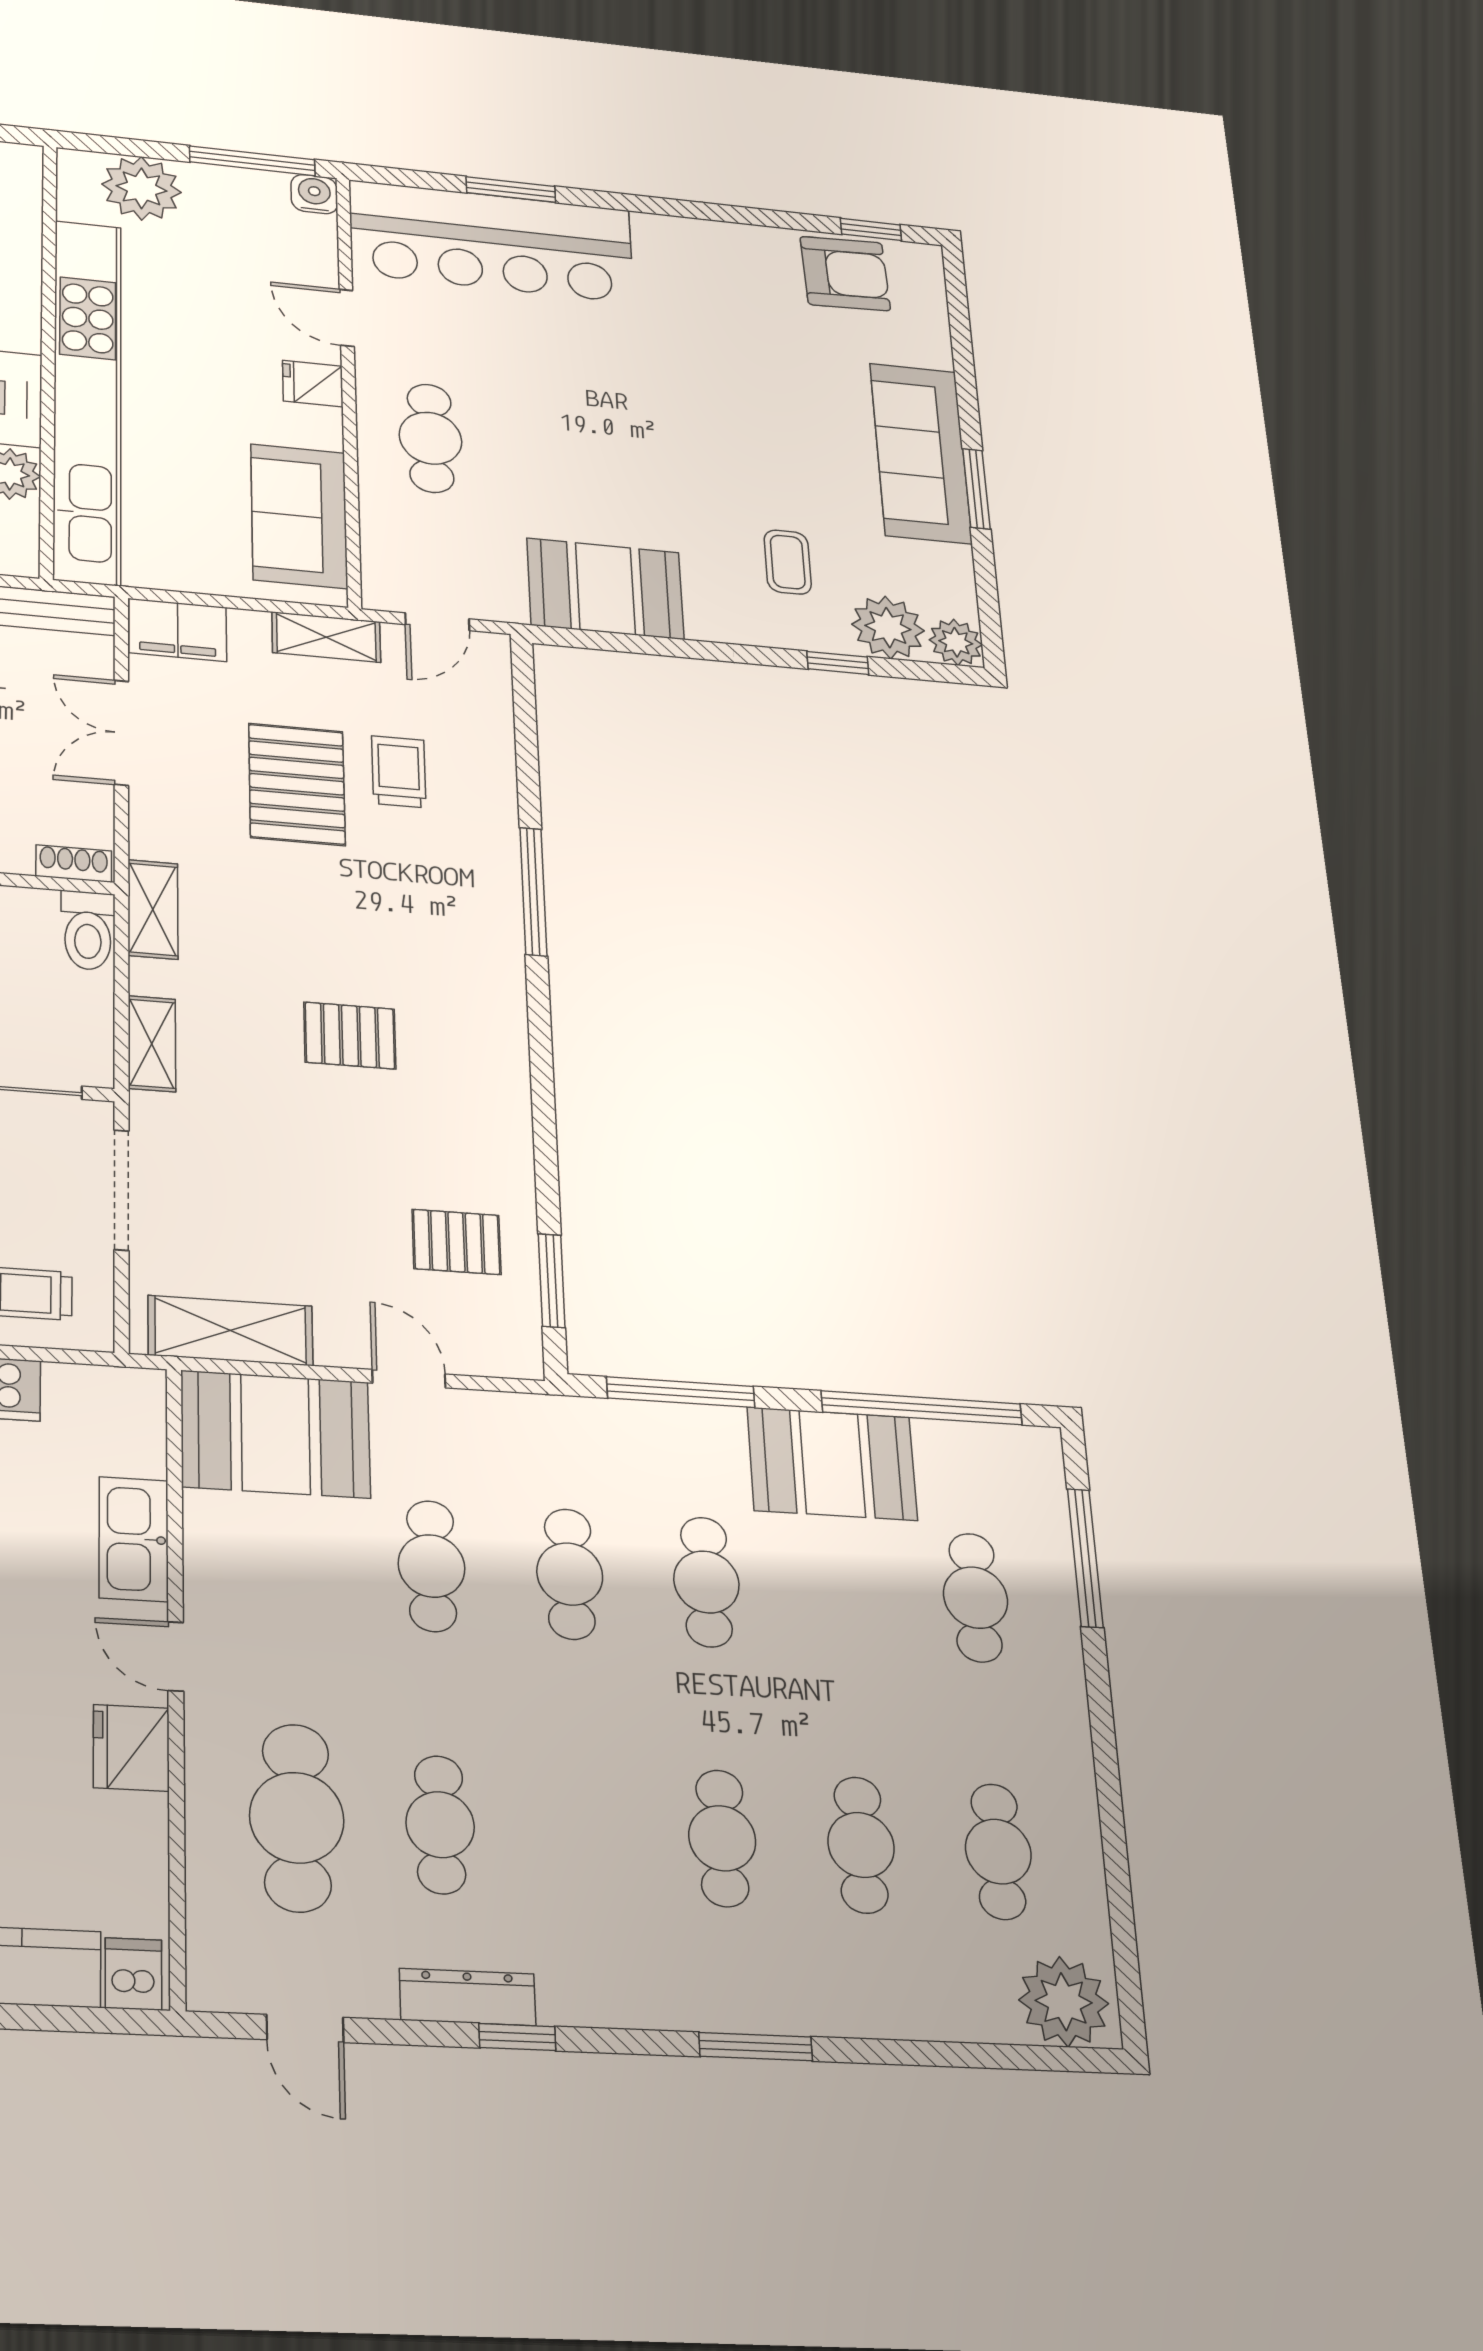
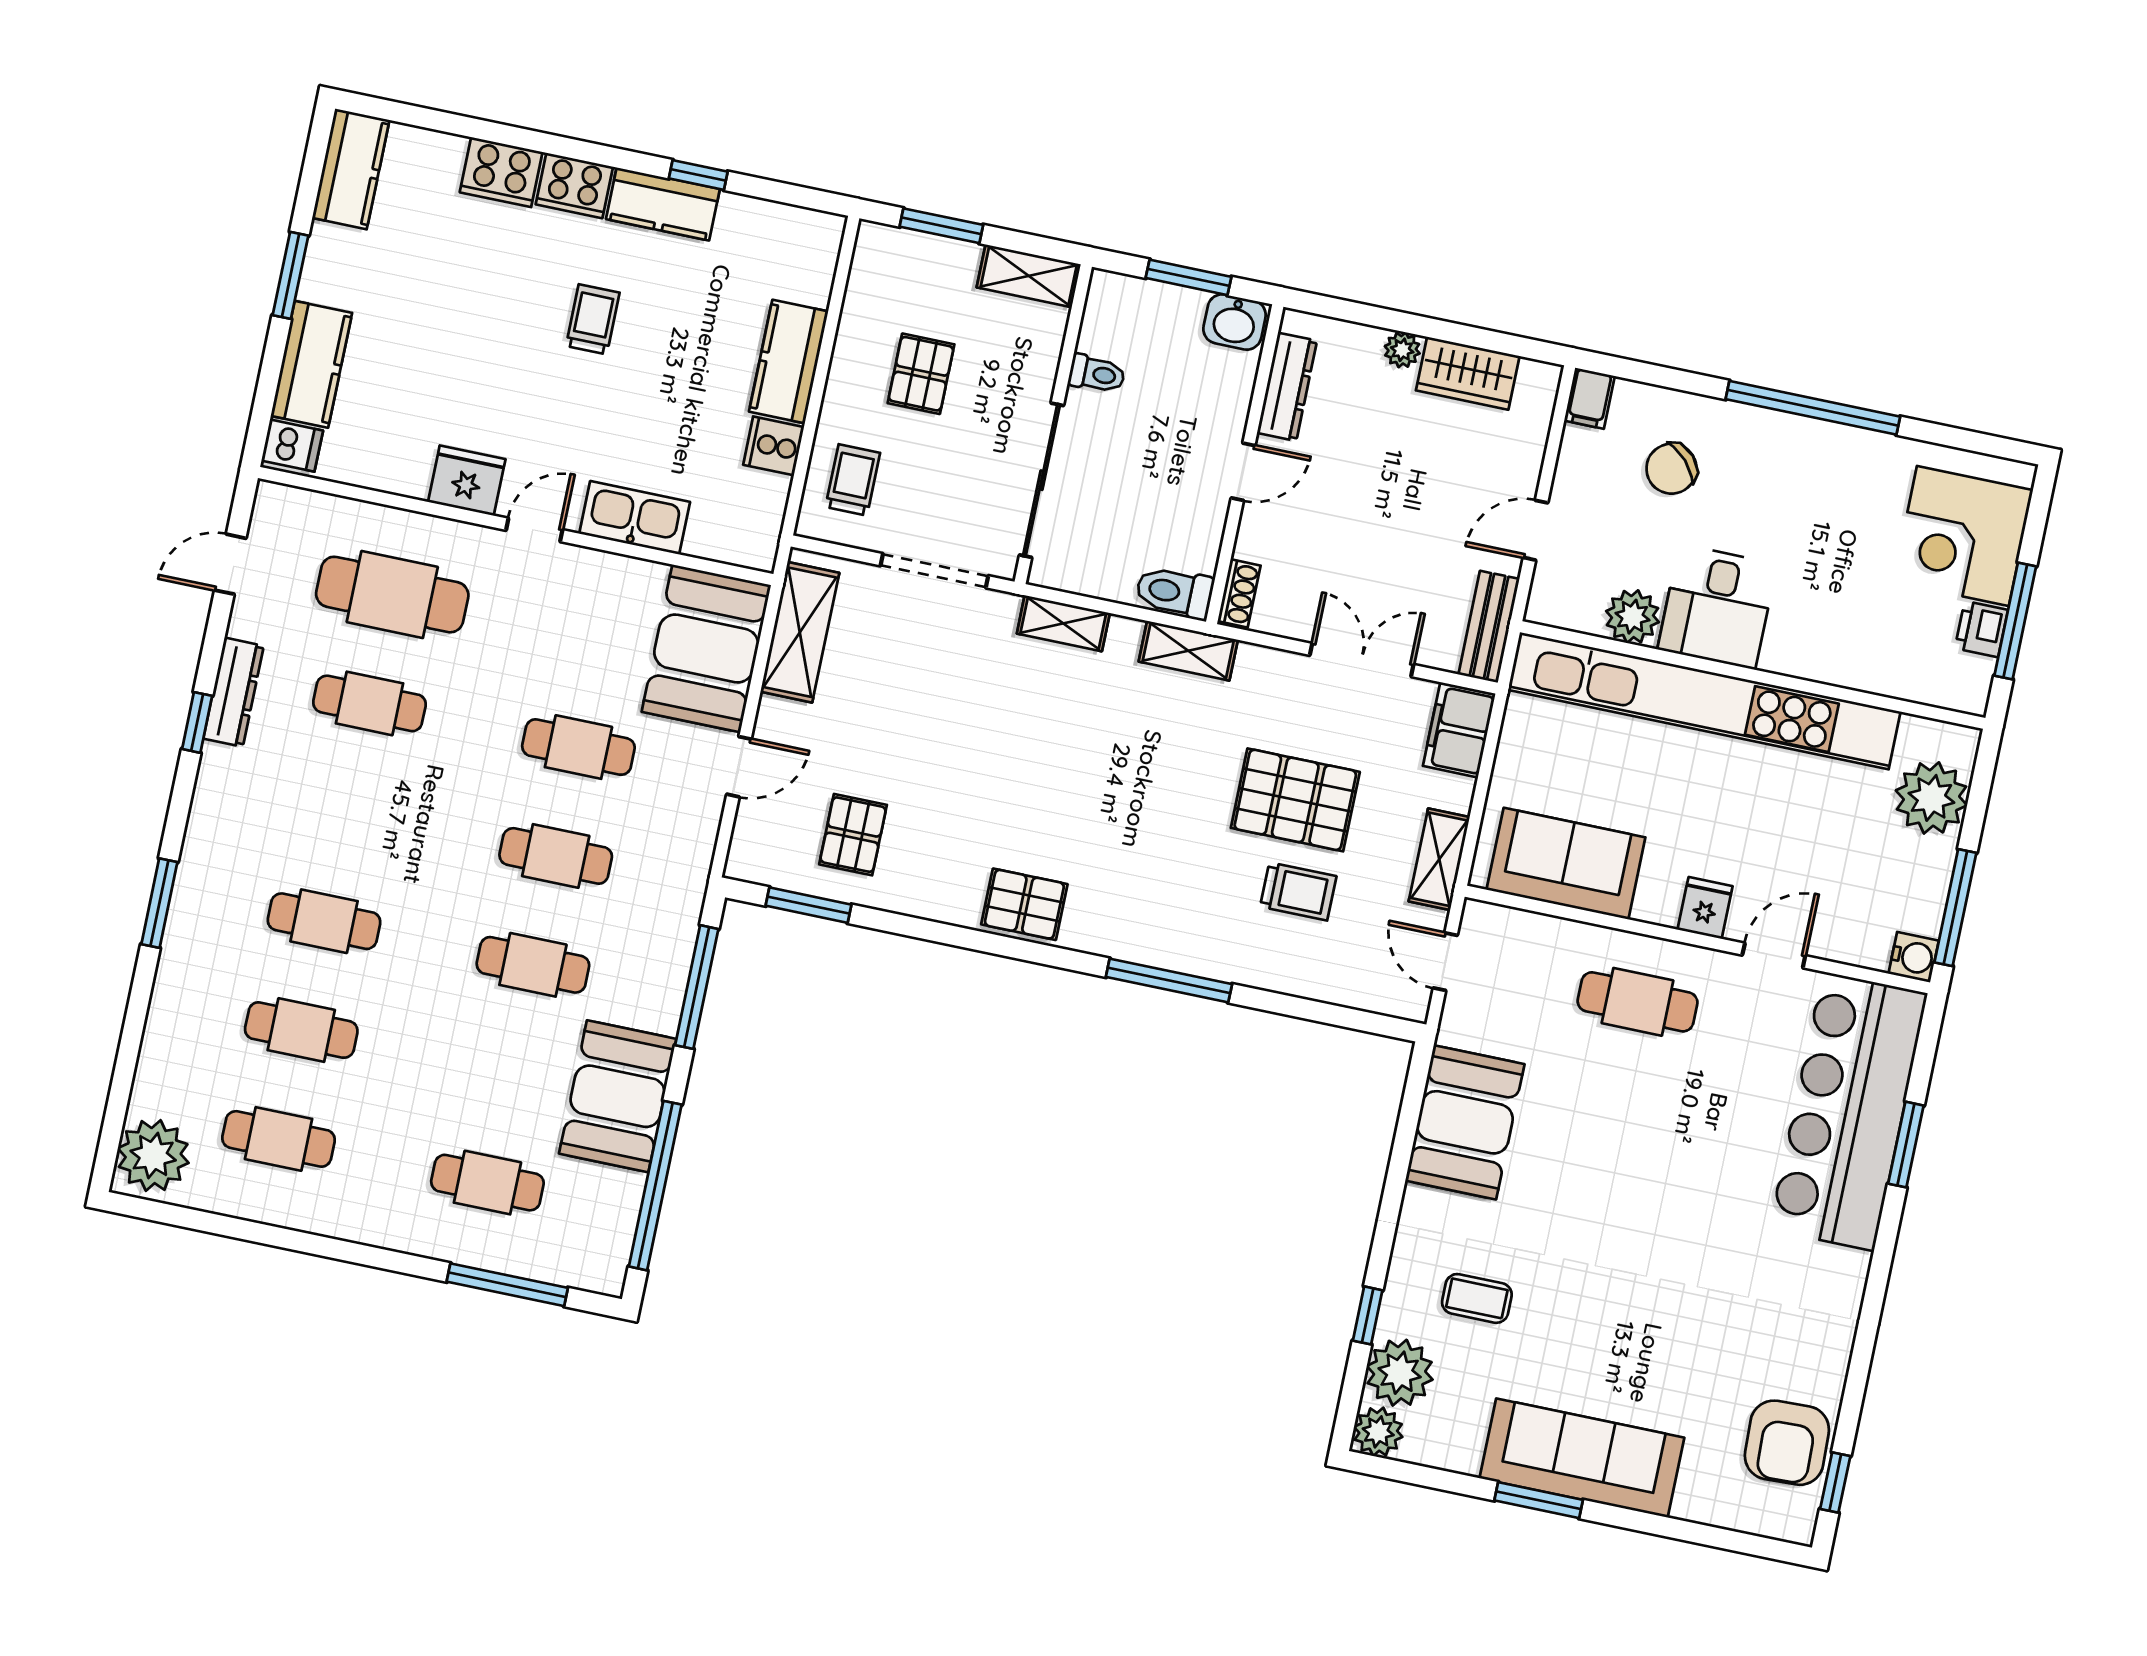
pallet: (350, 1036) -> (1024, 904), moved, turned 90

